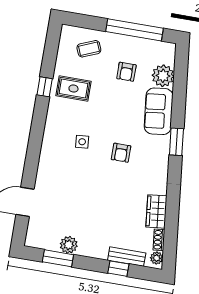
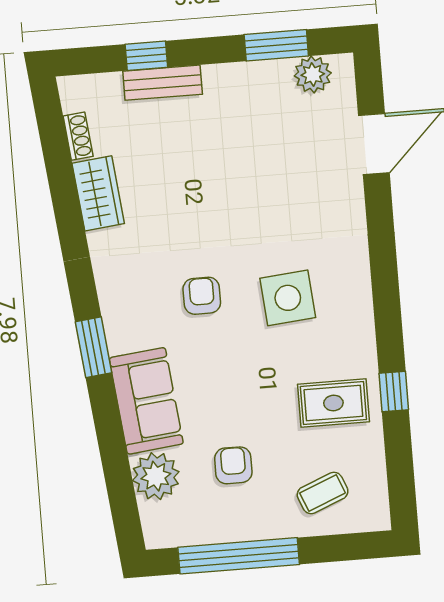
side table: (82, 142) -> (288, 298), width x1.87, depth x1.87
plant: (69, 245) -> (313, 74), moved
bench: (127, 257) -> (163, 83), moved
plant: (157, 258) -> (73, 97), removed

